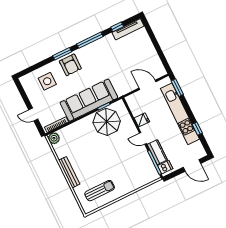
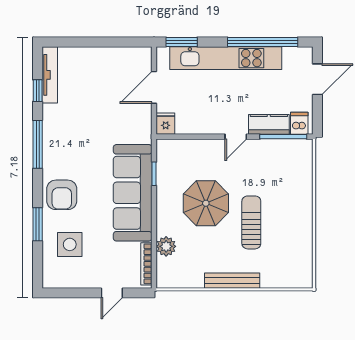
window: (62, 54) -> (38, 224), moved
armchair: (70, 65) -> (62, 195), turned 90
fridge: (142, 120) -> (166, 124), moved
parasol: (107, 122) -> (206, 203), moved
window: (197, 129) -> (263, 42), width x3.17
plant: (54, 138) -> (166, 246), moved
sun lounger: (100, 191) -> (251, 222), moved

